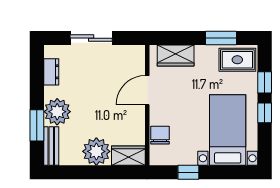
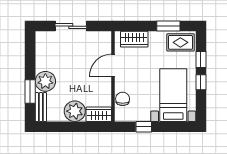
dresser: (51, 72) -> (41, 51), removed

